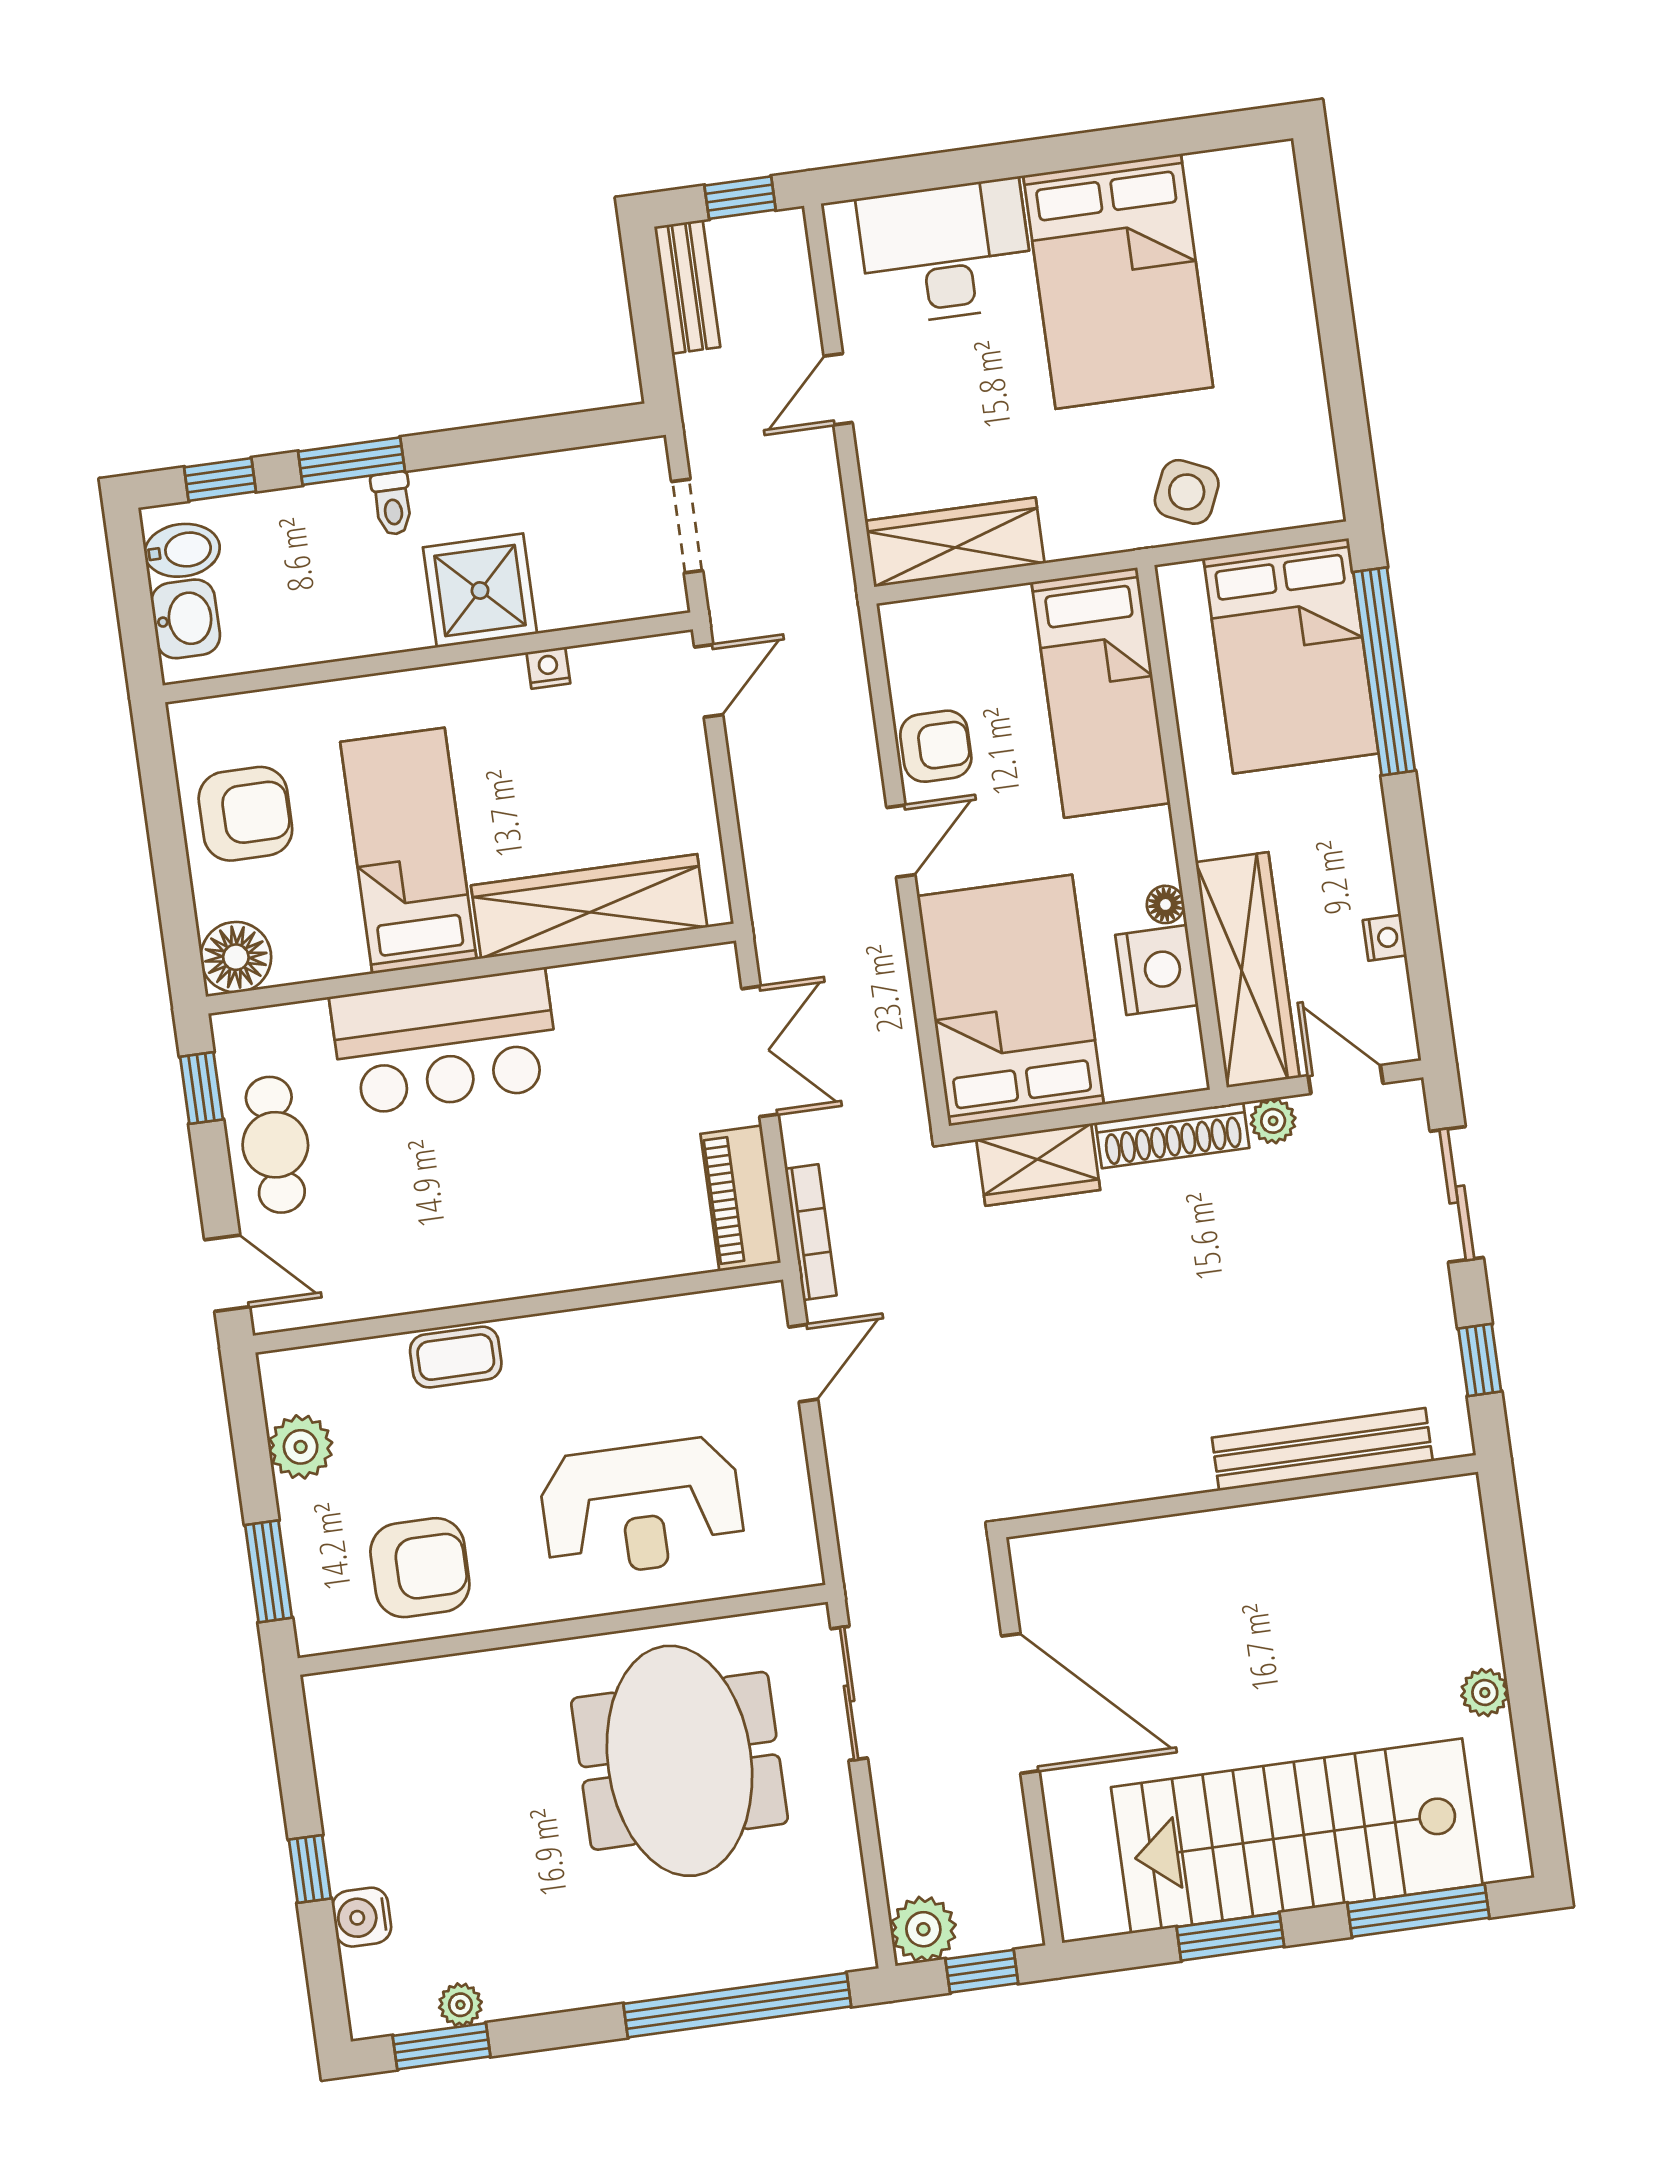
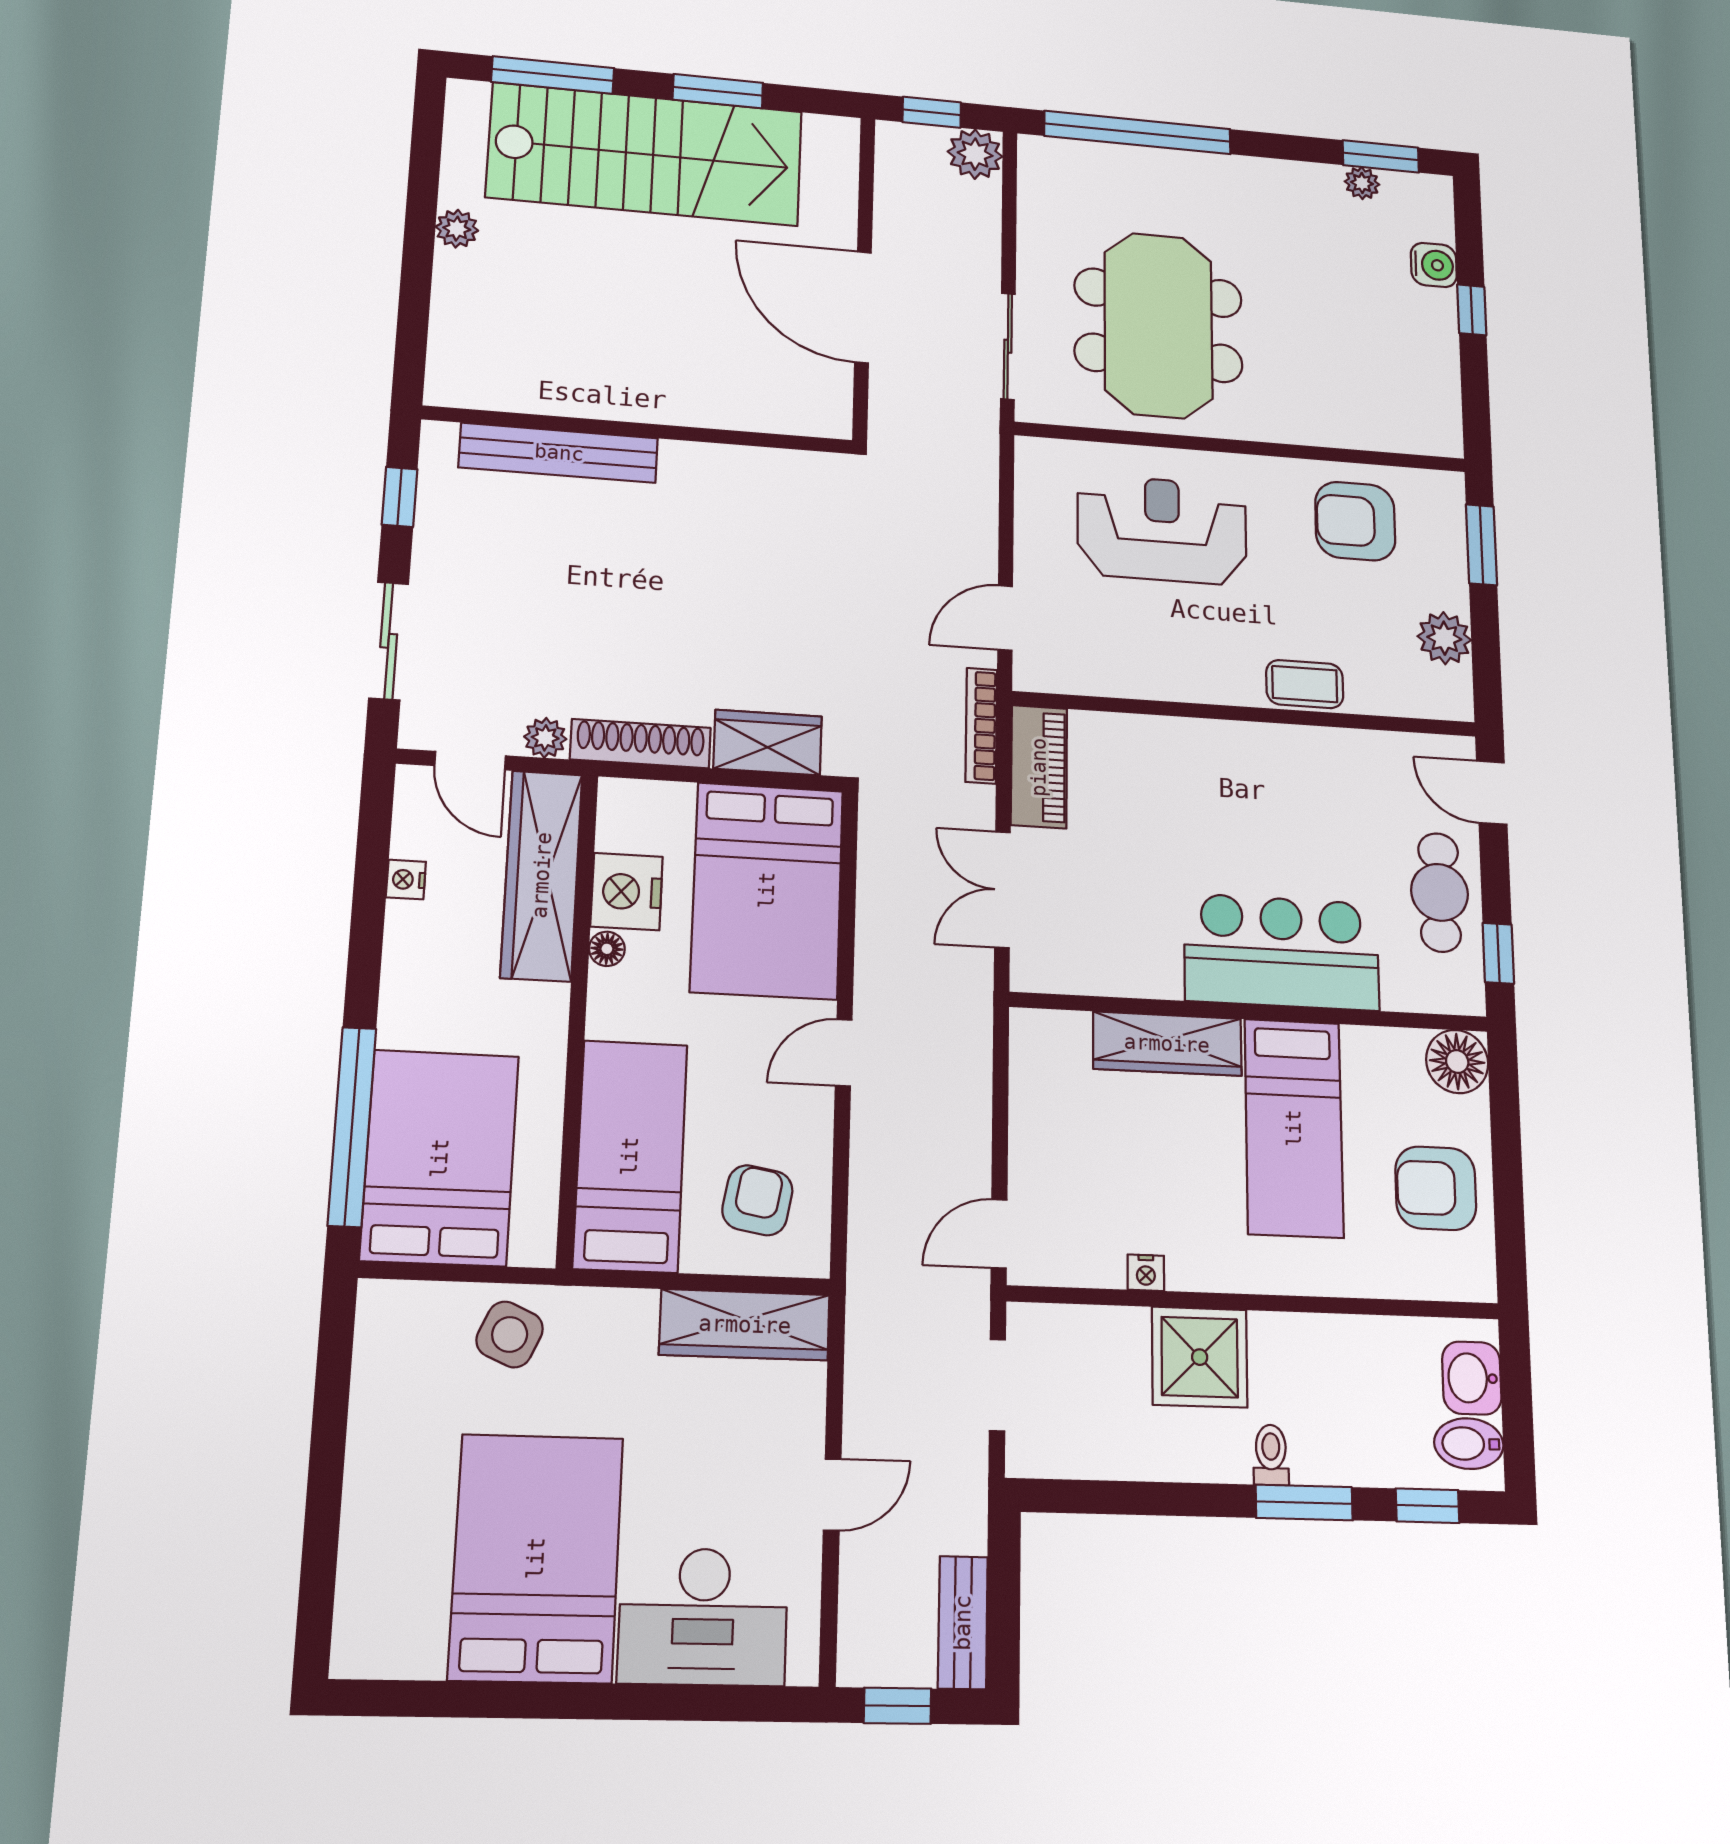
armchair: (936, 746) -> (757, 1200), moved, turned 100
wardrobe: (589, 906) -> (1167, 1044), width x0.71, depth x0.85

